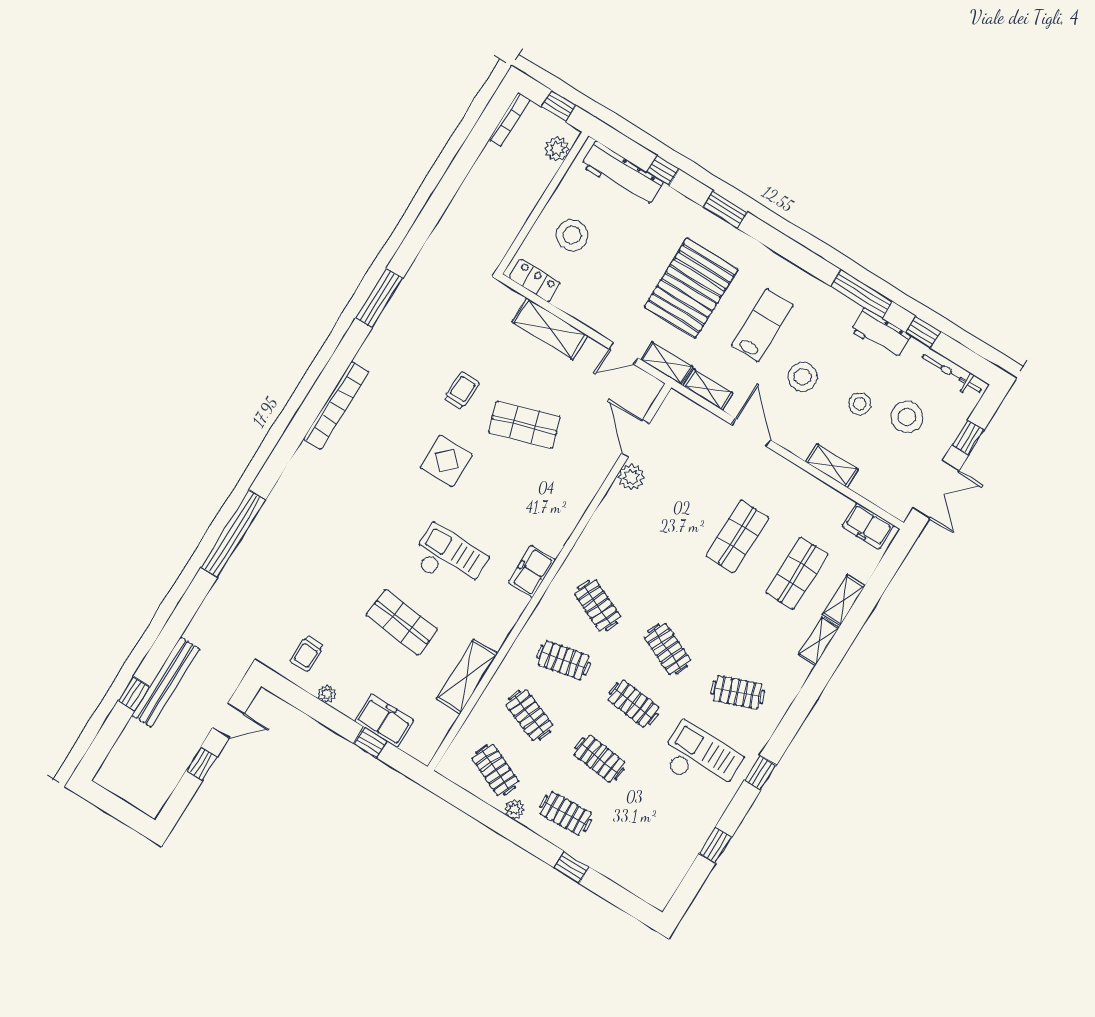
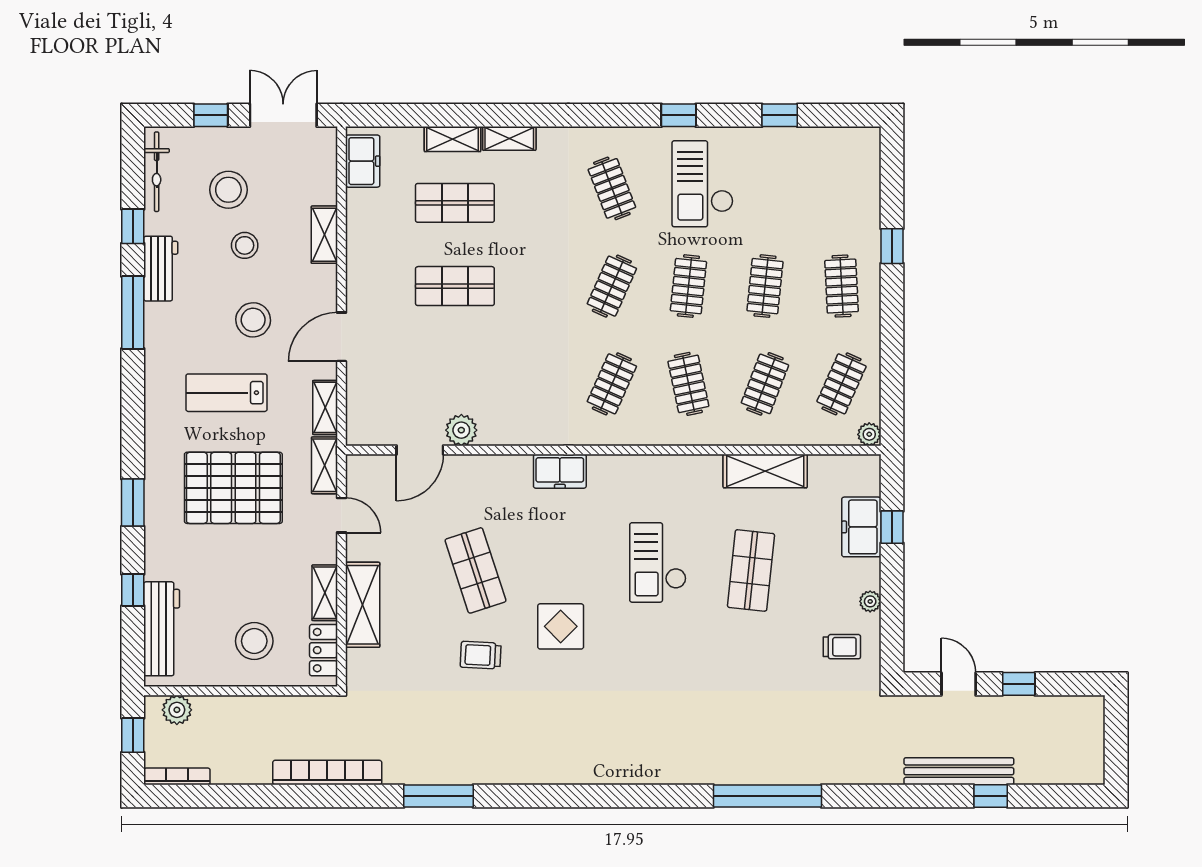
shelving: (575, 307) -> (325, 593), added
bookcase: (336, 405) -> (327, 772), moved
freezer: (532, 571) -> (560, 471), moved
plant: (514, 809) -> (869, 434), moved

